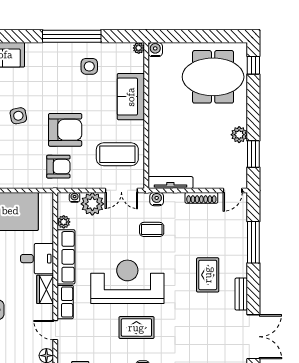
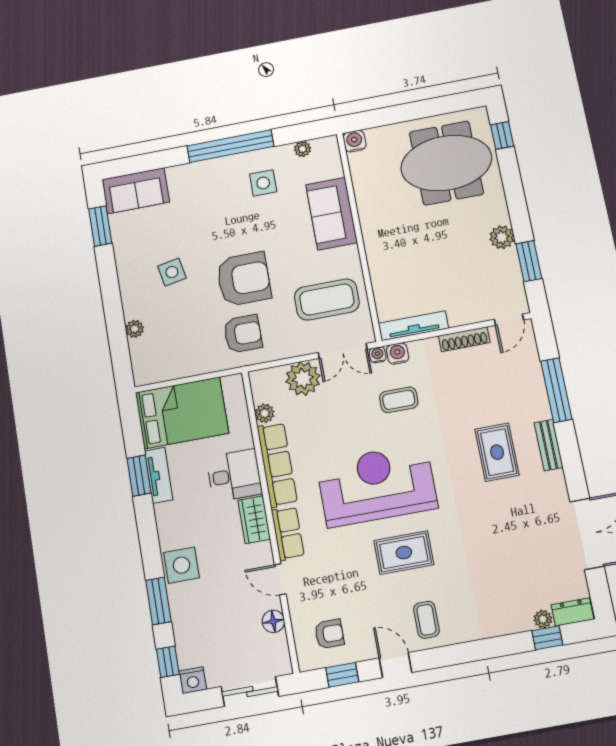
plant: (139, 48) -> (303, 149), moved
water cooler: (75, 197) -> (378, 355), moved
bench: (241, 294) -> (549, 445), moved

